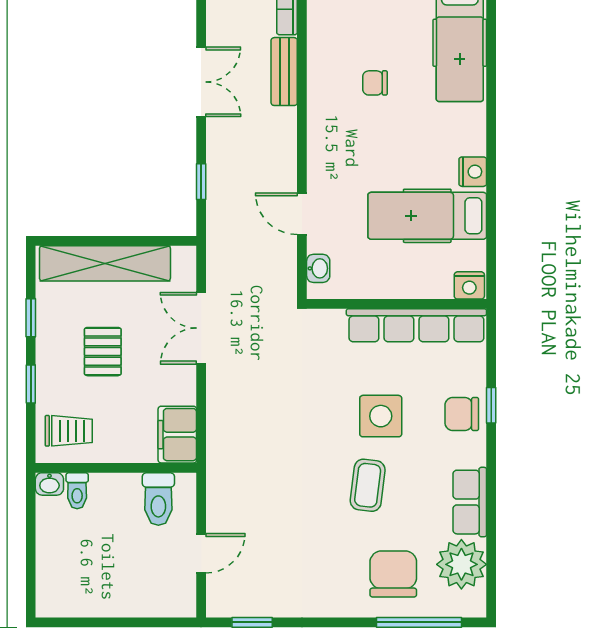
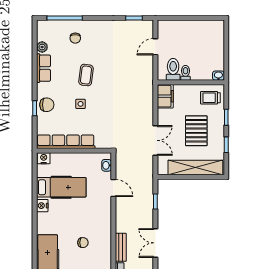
pallet: (103, 352) -> (196, 131), width x1.50, depth x1.42
side table: (381, 416) -> (81, 104), width x0.54, depth x0.54
toilet: (77, 491) -> (185, 73), moved
plant: (461, 564) -> (42, 47), width x0.53, depth x0.53
chair: (393, 574) -> (75, 38), width x0.54, depth x0.54

